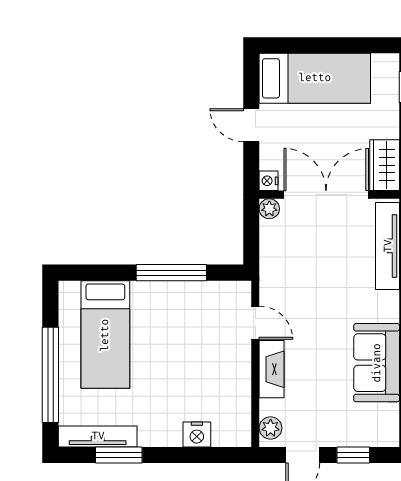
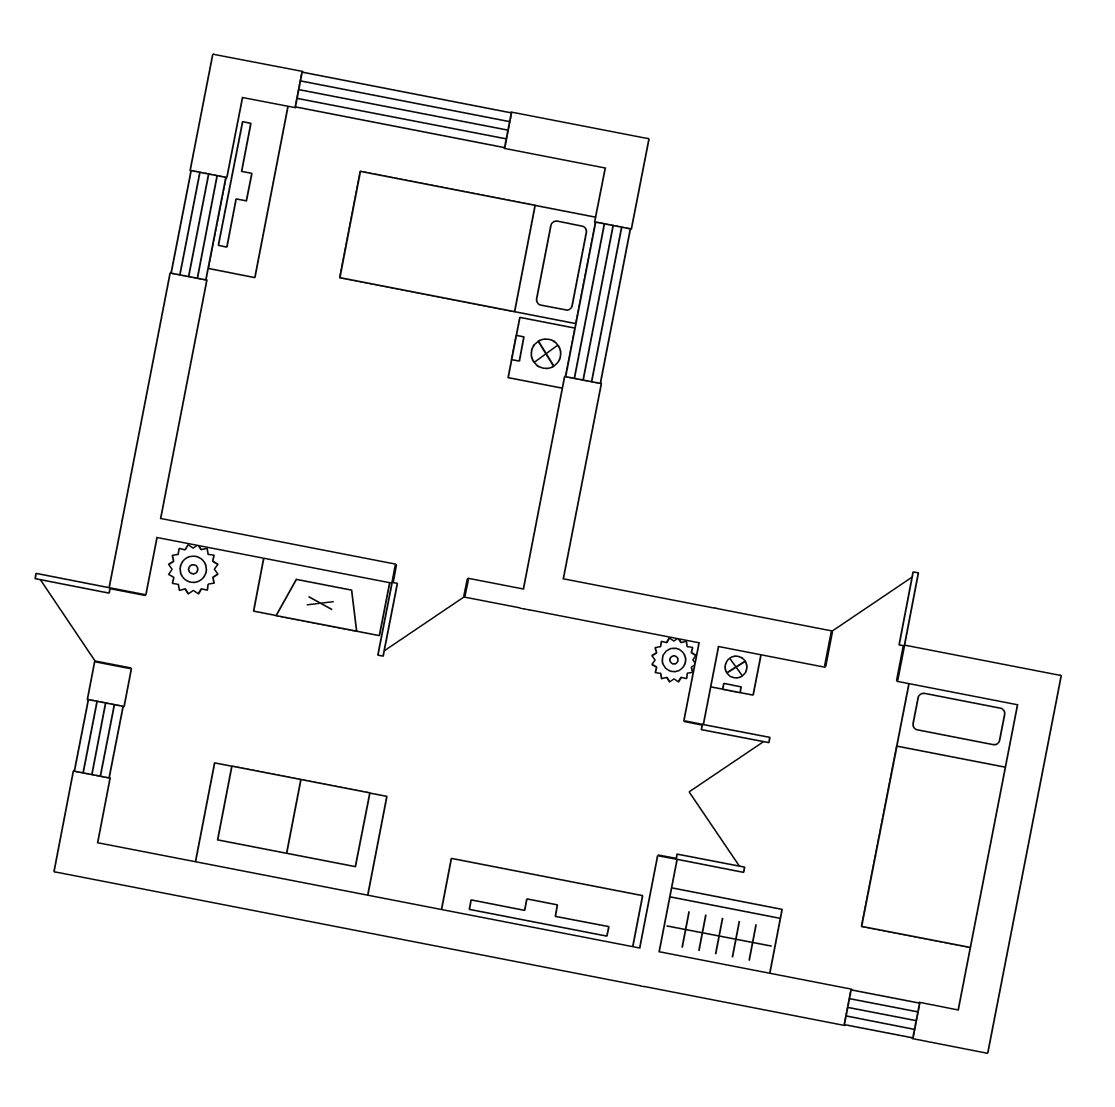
double door: (326, 195) -> (681, 790), width x0.73
window: (171, 273) -> (598, 303), moved
nightstand: (197, 434) -> (542, 353), moved, turned 180

